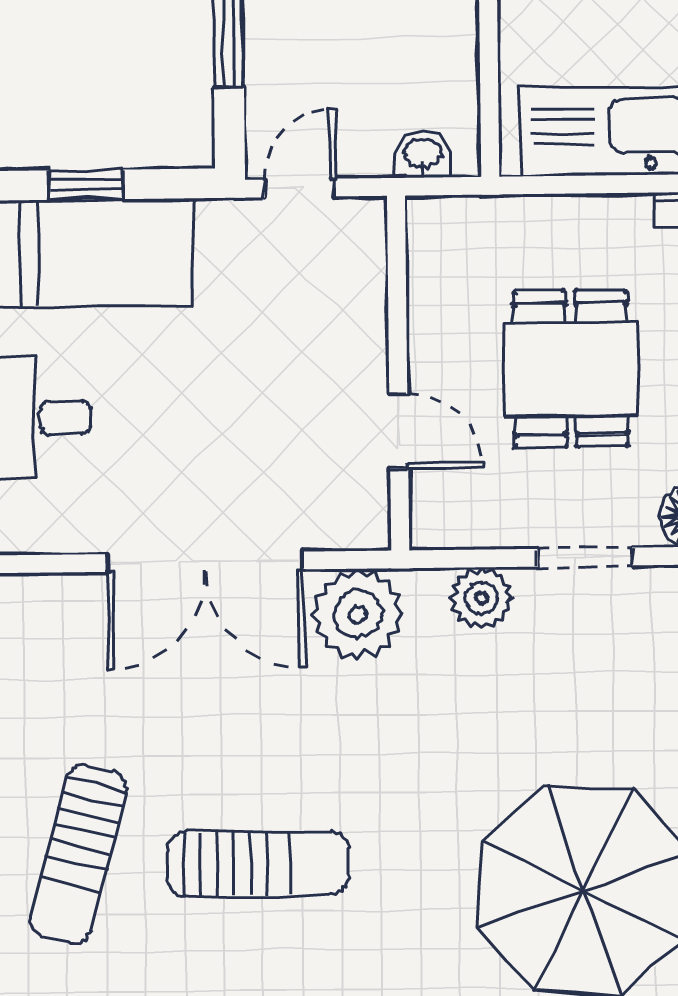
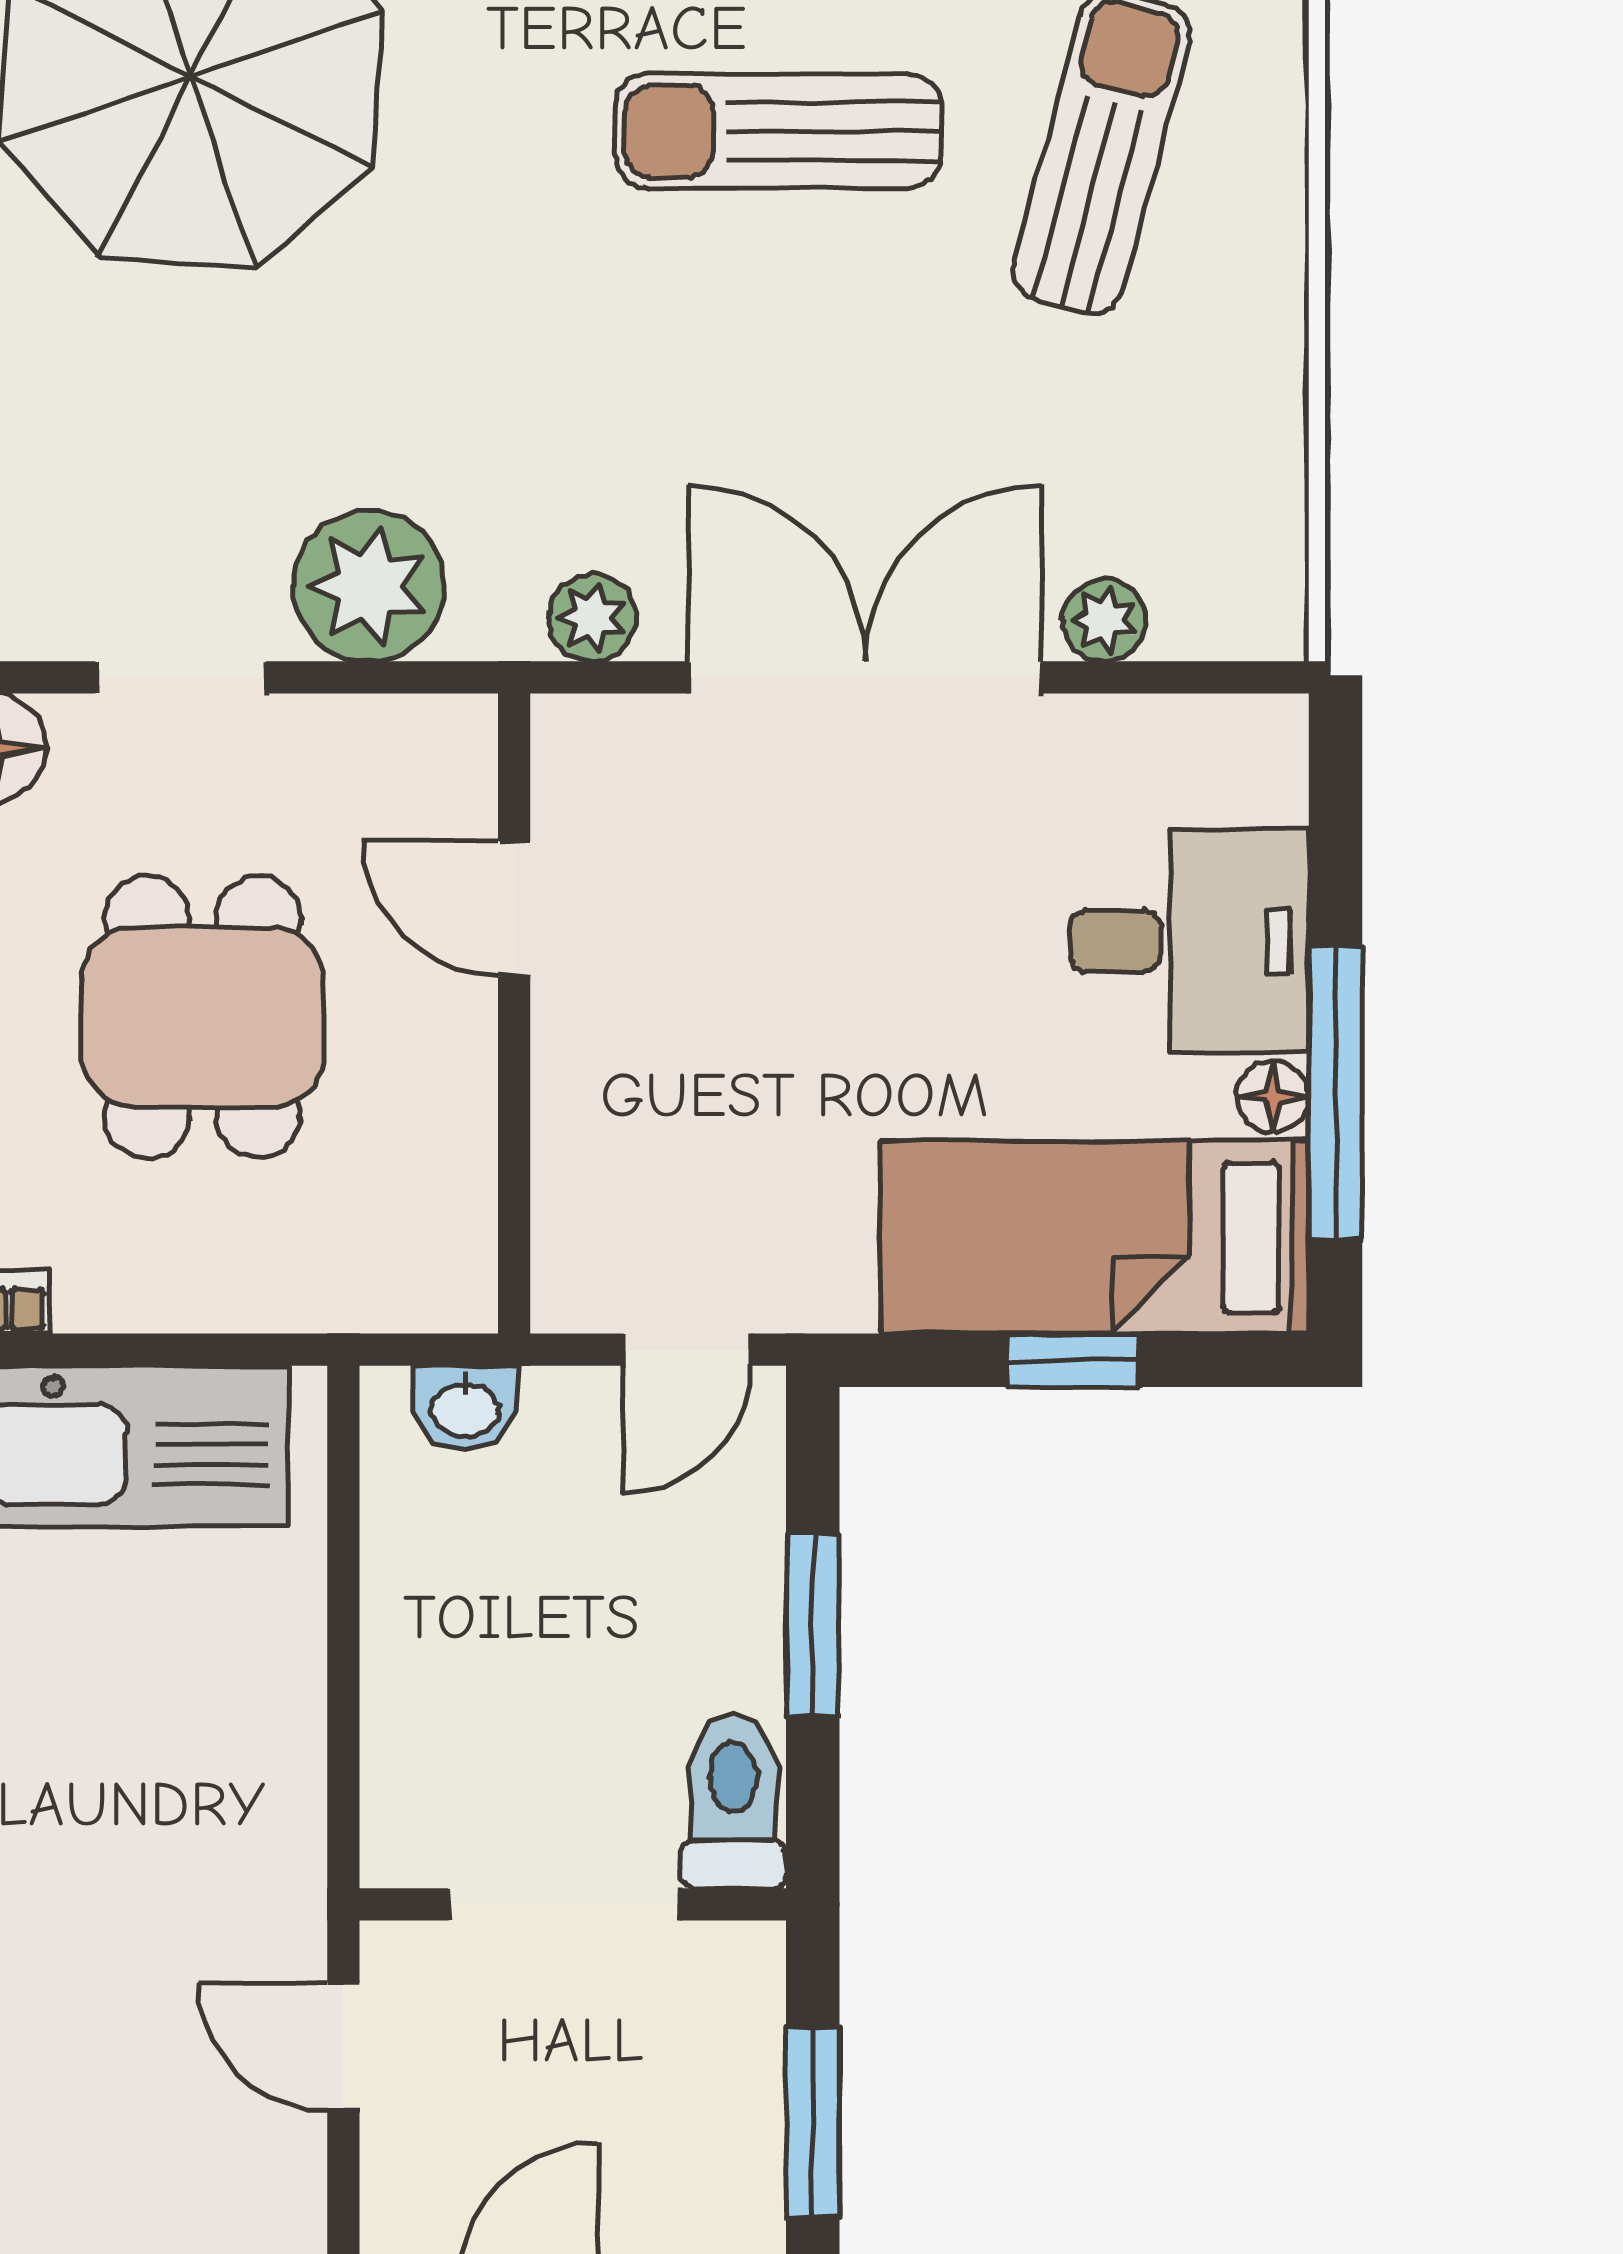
plant: (74, 595) -> (1104, 620), added
plant: (481, 598) -> (369, 586), width x1.36, depth x1.36
plant: (358, 614) -> (592, 618), width x0.53, depth x0.53

